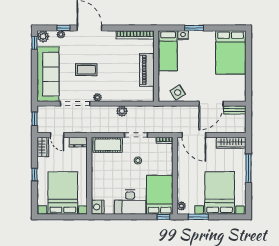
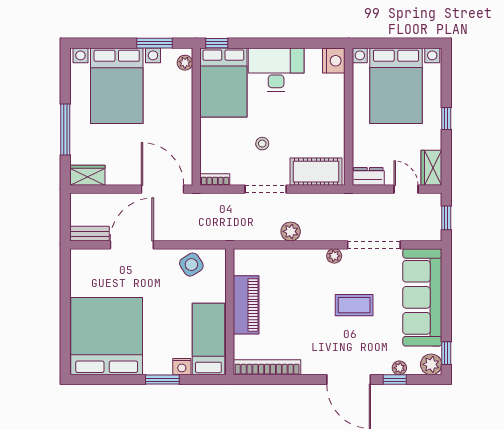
bed: (231, 52) -> (107, 336), width x1.36
wardrobe: (231, 143) -> (87, 175), width x0.67

